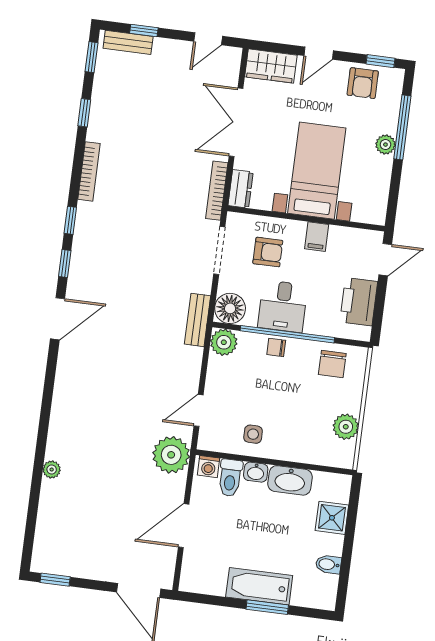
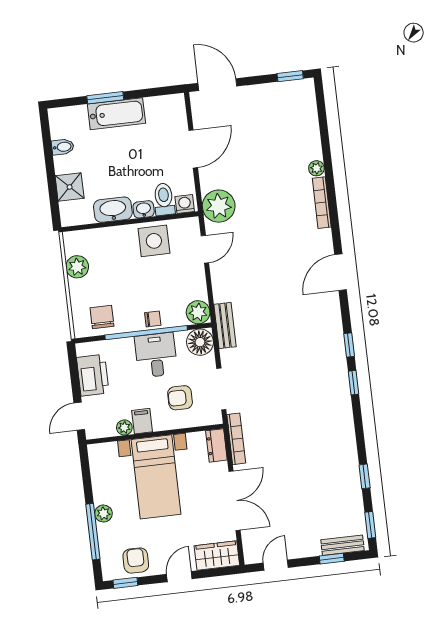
bookcase: (89, 171) -> (322, 203), moved
plant: (338, 234) -> (124, 428), added
door: (58, 319) -> (341, 272), moved
side table: (253, 434) -> (154, 241), width x1.87, depth x1.87

